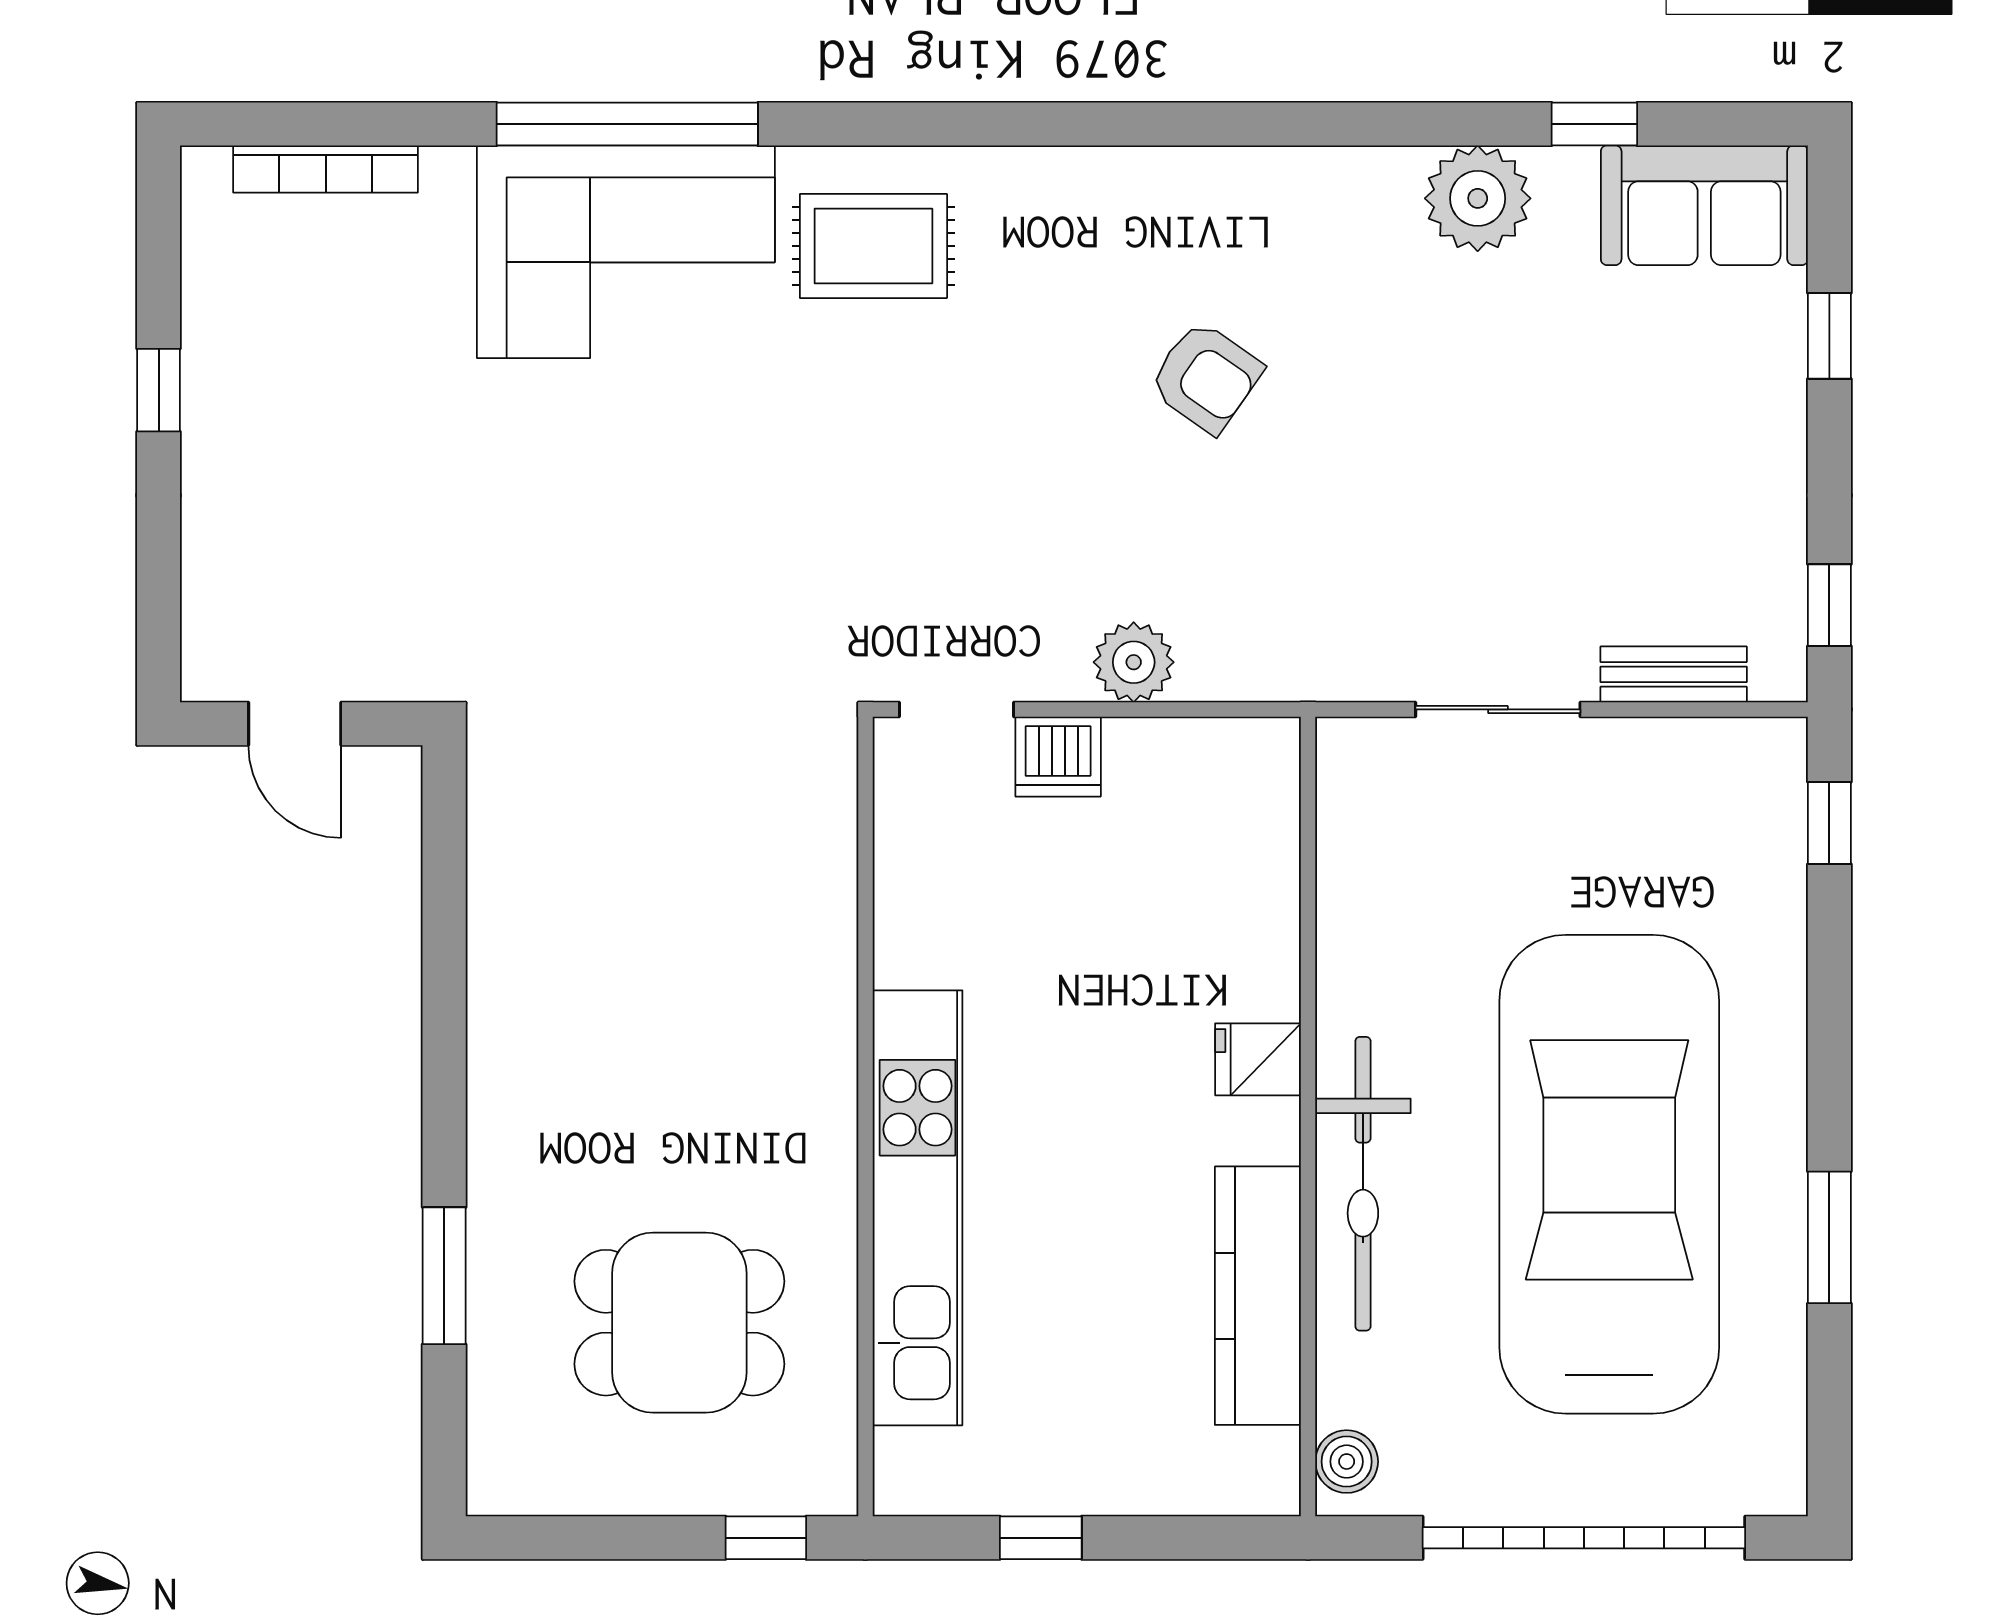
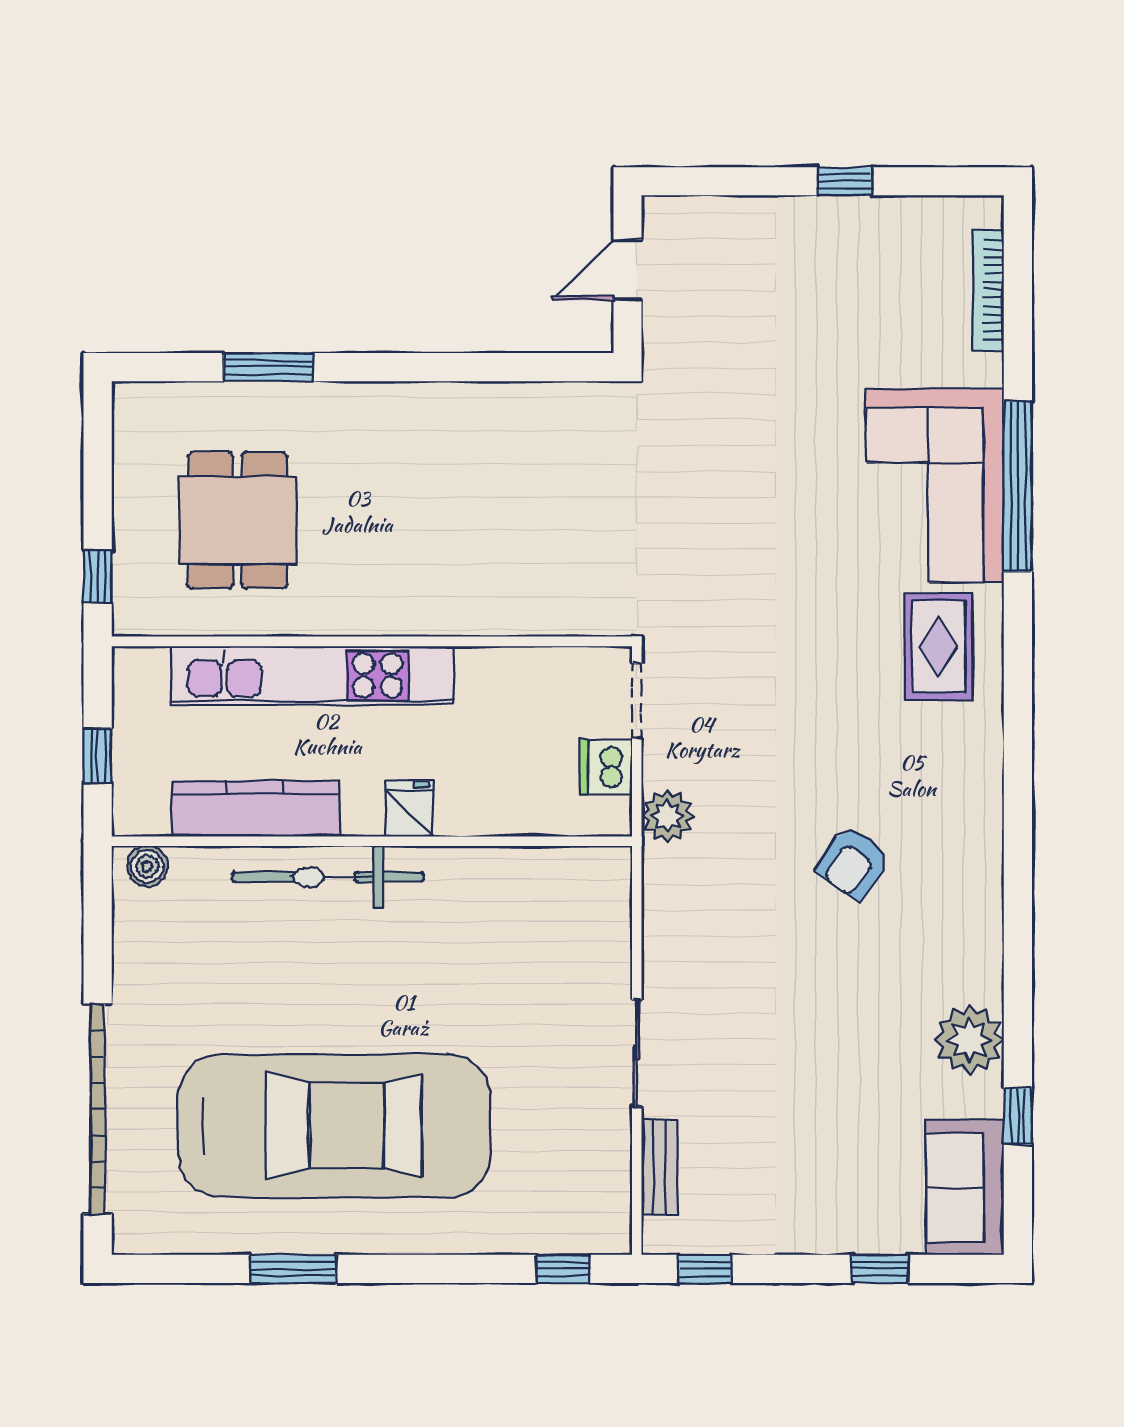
fridge: (1258, 1059) -> (409, 809), moved
wall: (1308, 1116) -> (372, 841), moved
bicycle: (1363, 1184) -> (328, 877), moved
kitchen counter: (1258, 1296) -> (255, 809), moved
boiler: (1347, 1462) -> (147, 866), moved

